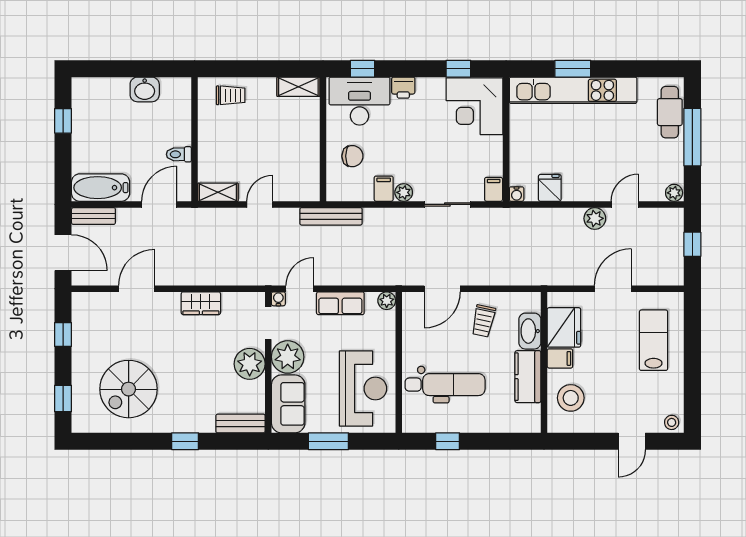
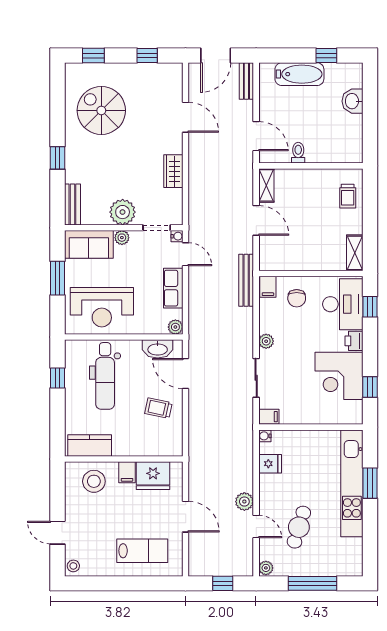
washbasin: (145, 89) -> (353, 101), moved
corner desk: (475, 106) -> (339, 376), moved, turned -90
cafe table: (670, 112) -> (299, 527), moved, turned -73
bathtub: (101, 188) -> (299, 74), moved, turned 90
filing cabinet: (384, 189) -> (268, 287), moved, turned 90
door: (260, 204) -> (256, 220), width x1.38
washbasin: (530, 331) -> (158, 349), moved, turned 180
plant: (288, 357) -> (122, 238), width x0.53, depth x0.53
kitchen counter: (528, 377) -> (90, 445), moved

